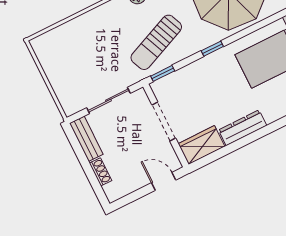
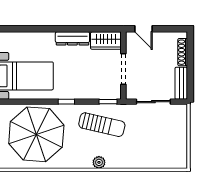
sun lounger: (156, 42) -> (102, 125), turned 36
shoe rack: (101, 172) -> (183, 52), width x1.43

